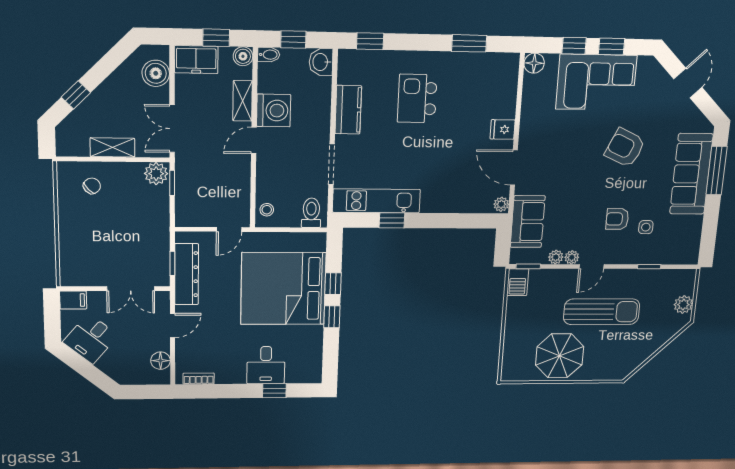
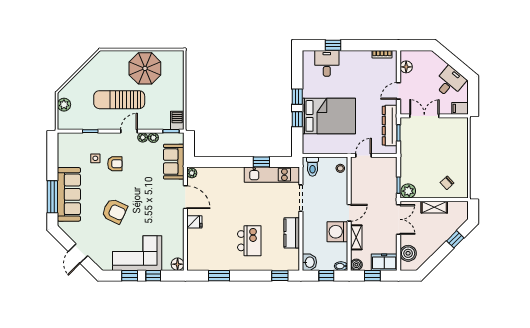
bed: (283, 289) -> (329, 116), width x0.73
desk: (266, 365) -> (327, 63), moved

